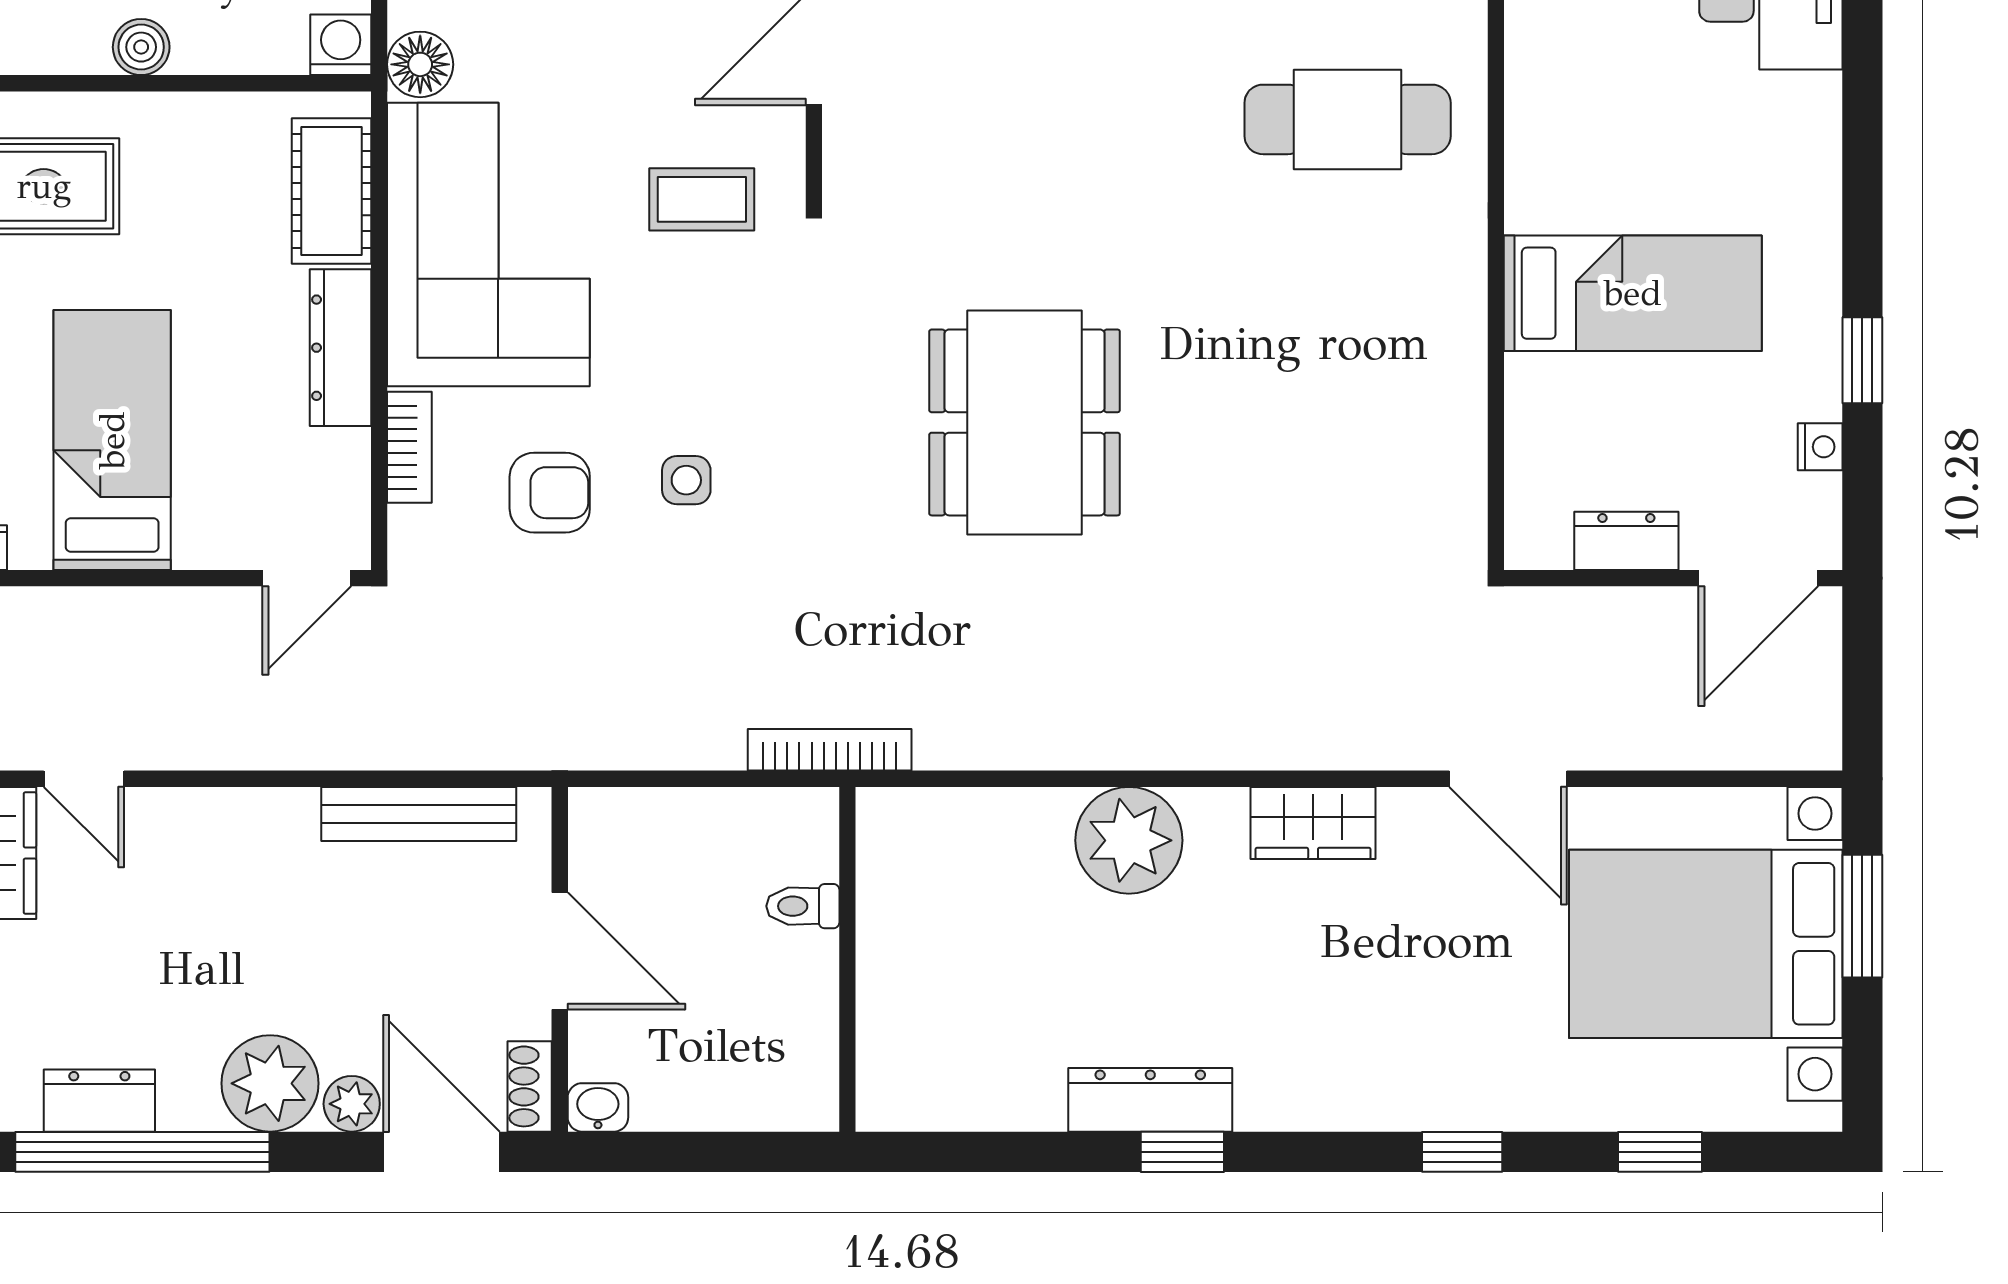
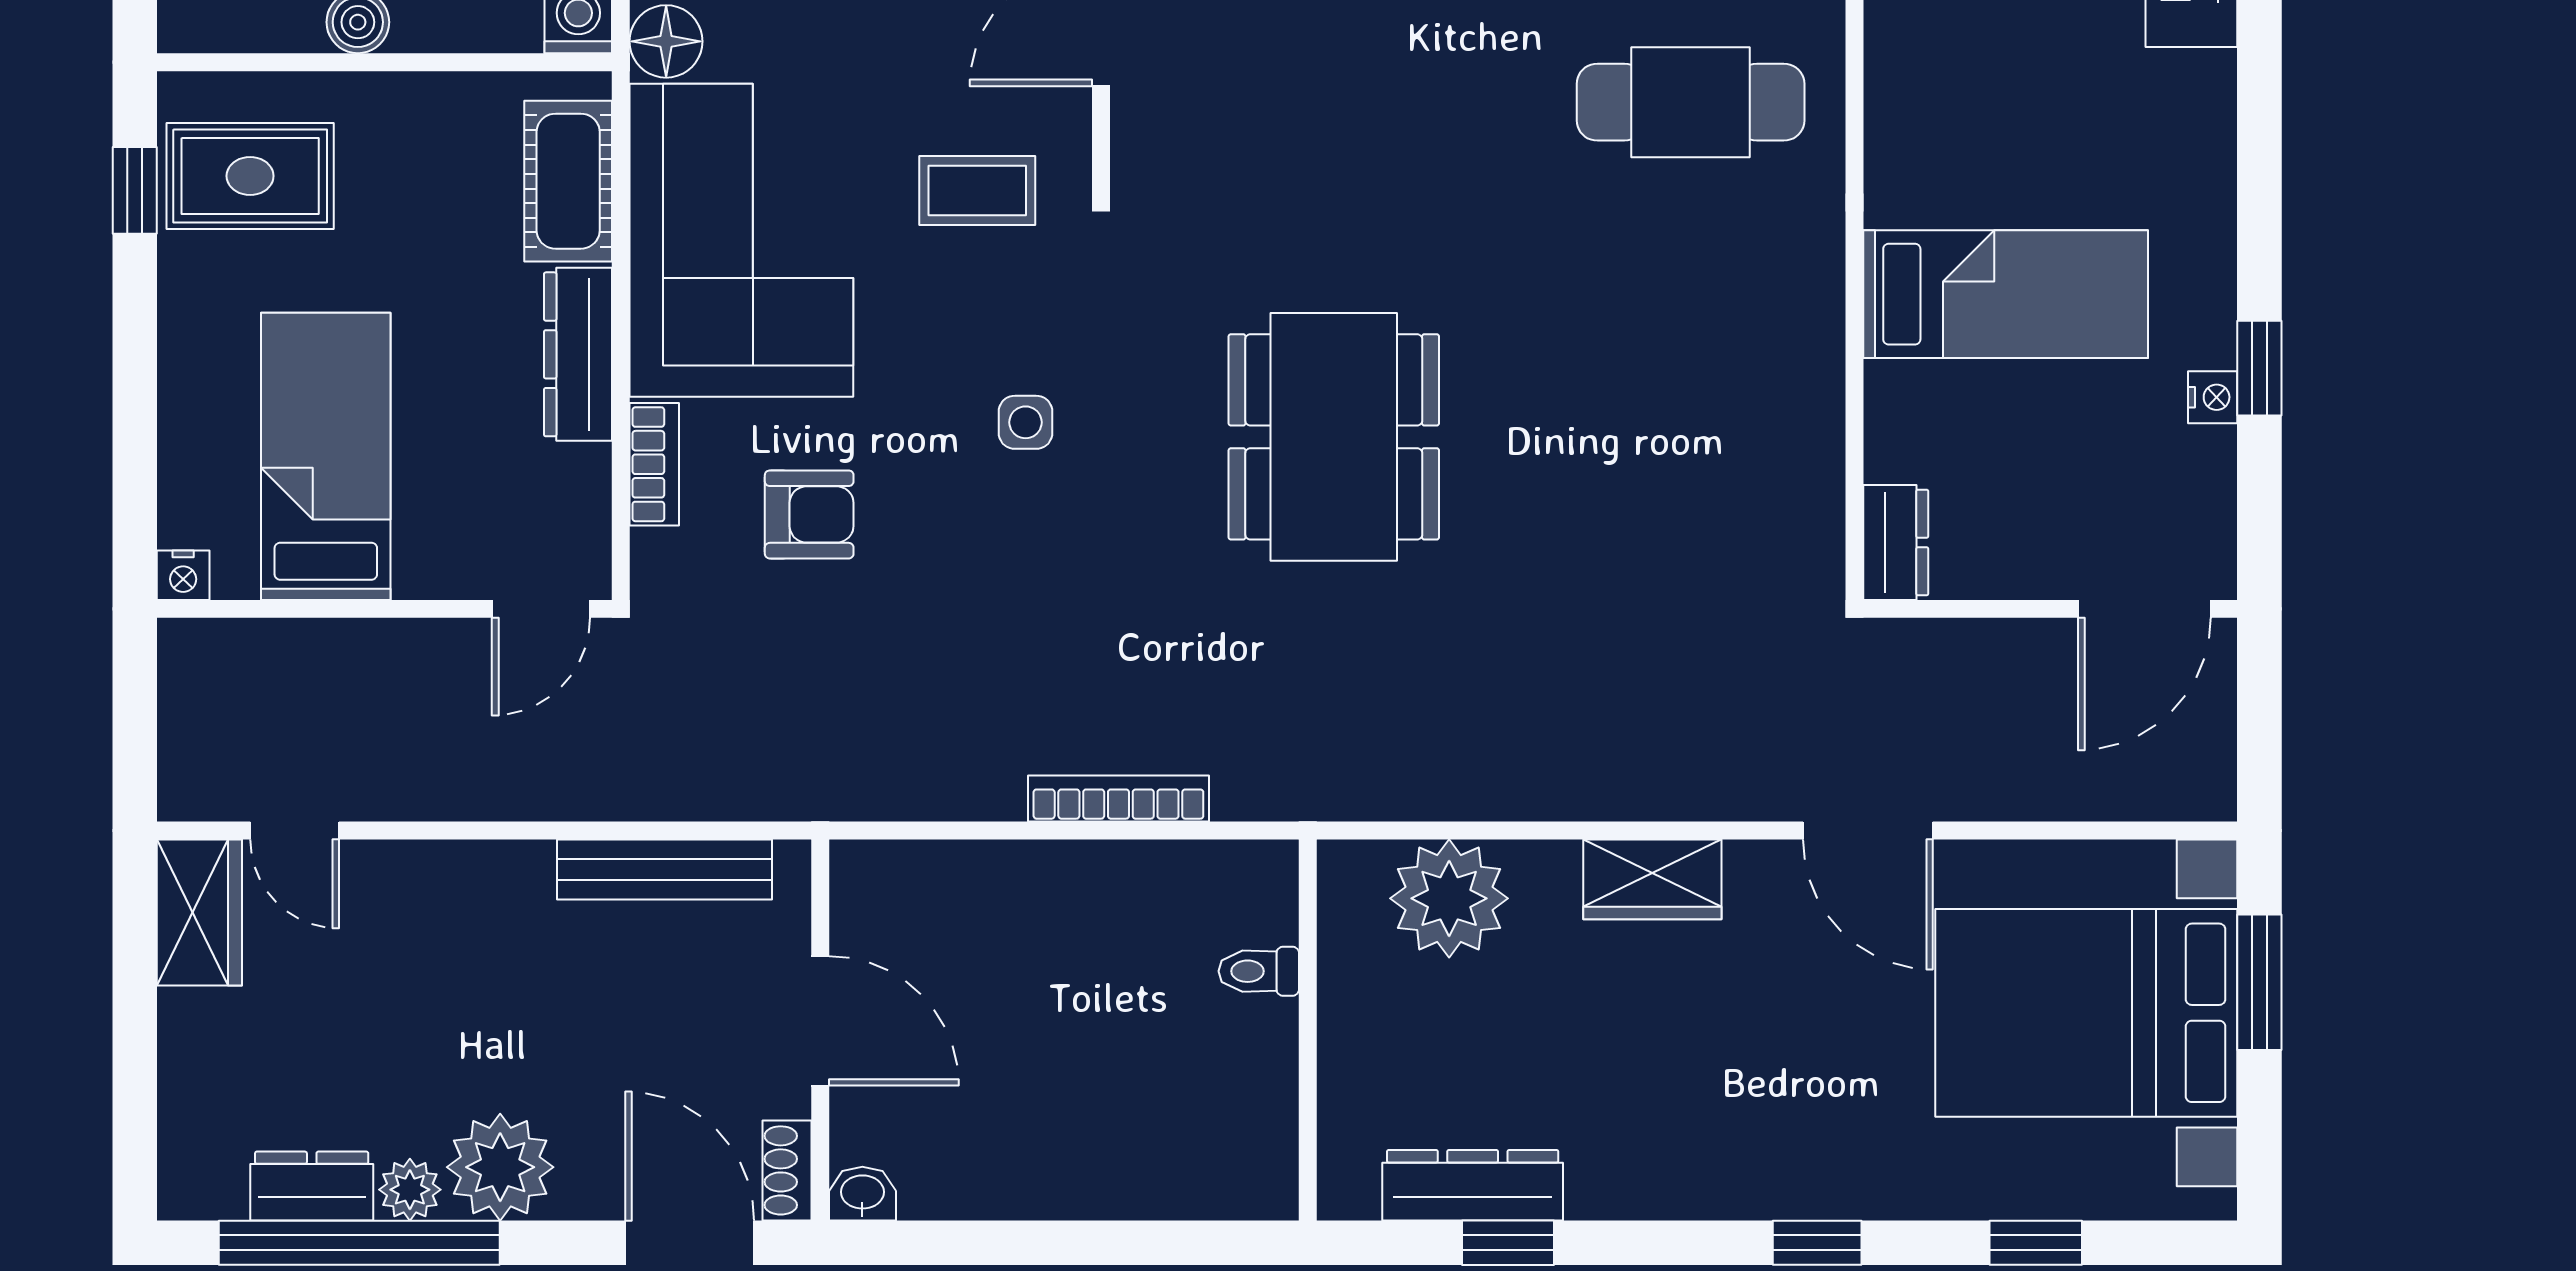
nightstand: (1820, 447) -> (2213, 397), moved
side table: (686, 480) -> (1026, 422), moved
dresser: (1626, 541) -> (1896, 542), moved, turned 90
toilet: (803, 906) -> (1259, 971), moved
wall: (847, 959) -> (1308, 1030), moved
plant: (352, 1104) -> (410, 1190), moved

